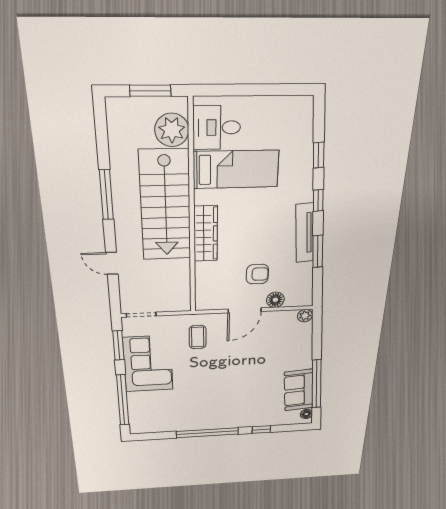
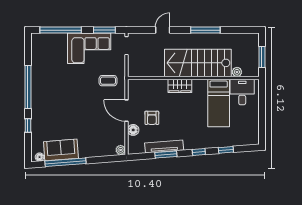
plant: (172, 130) -> (237, 72), width x0.53, depth x0.53
tv unit: (305, 233) -> (164, 147), moved
wardrobe: (206, 234) -> (180, 86), width x0.67

